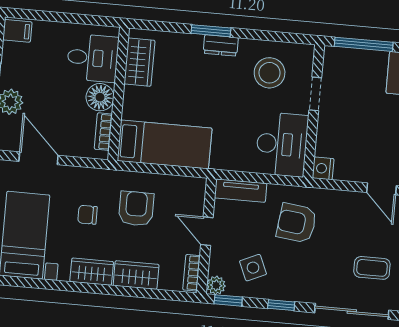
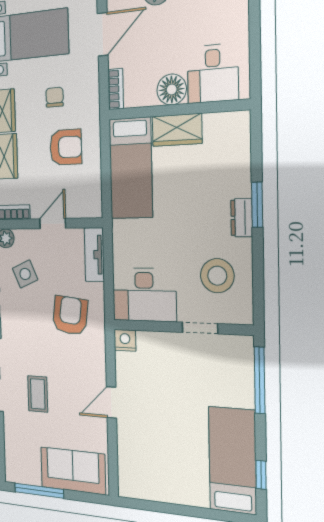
wardrobe: (139, 62) -> (177, 130), moved
bookcase: (103, 132) -> (116, 89), moved, turned 90

